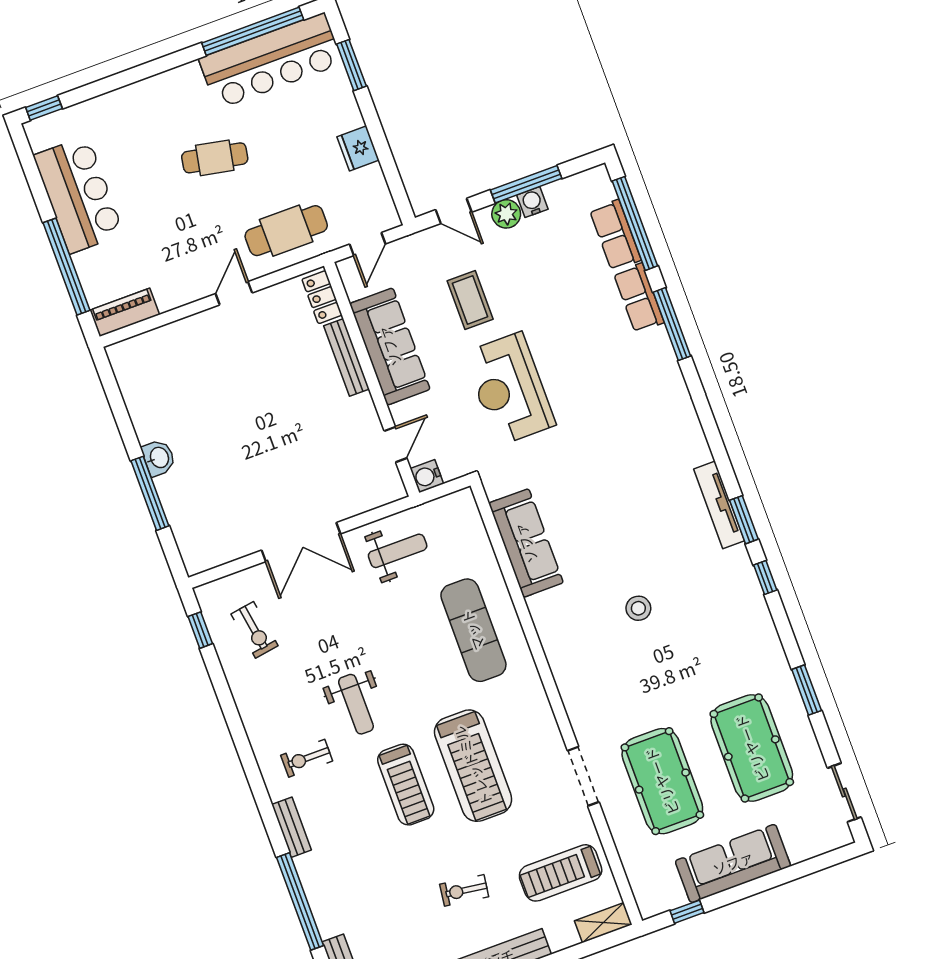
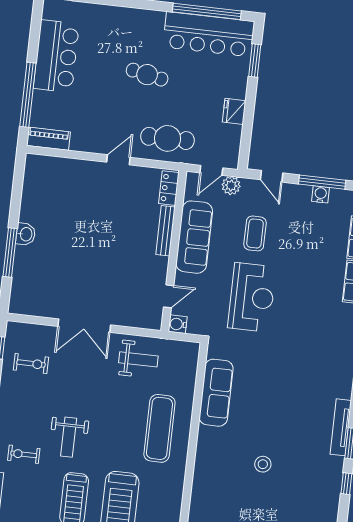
plant: (506, 214) -> (231, 186), moved
reception desk: (509, 389) -> (252, 297), turned 180
exercise bike: (255, 630) -> (31, 364), turned -81

